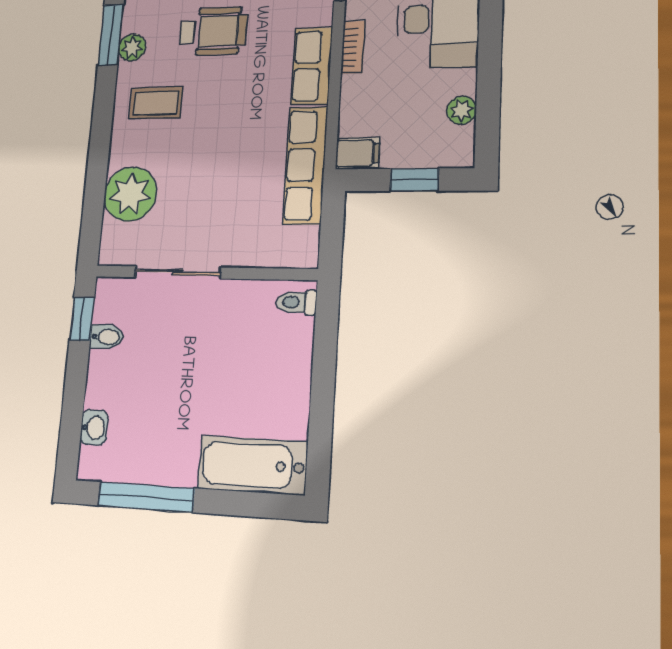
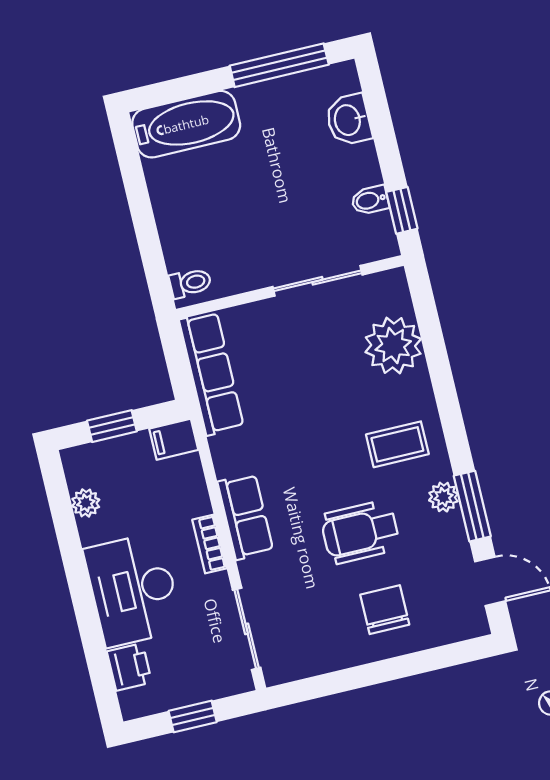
row of seats: (305, 165) -> (211, 373), moved
washbasin: (94, 428) -> (348, 120), width x1.38, depth x1.45

